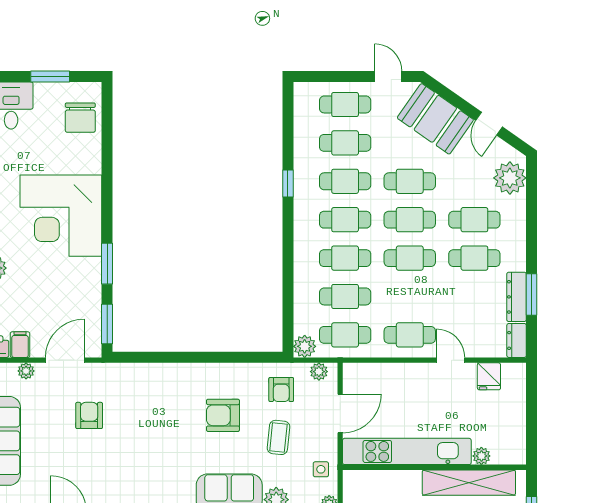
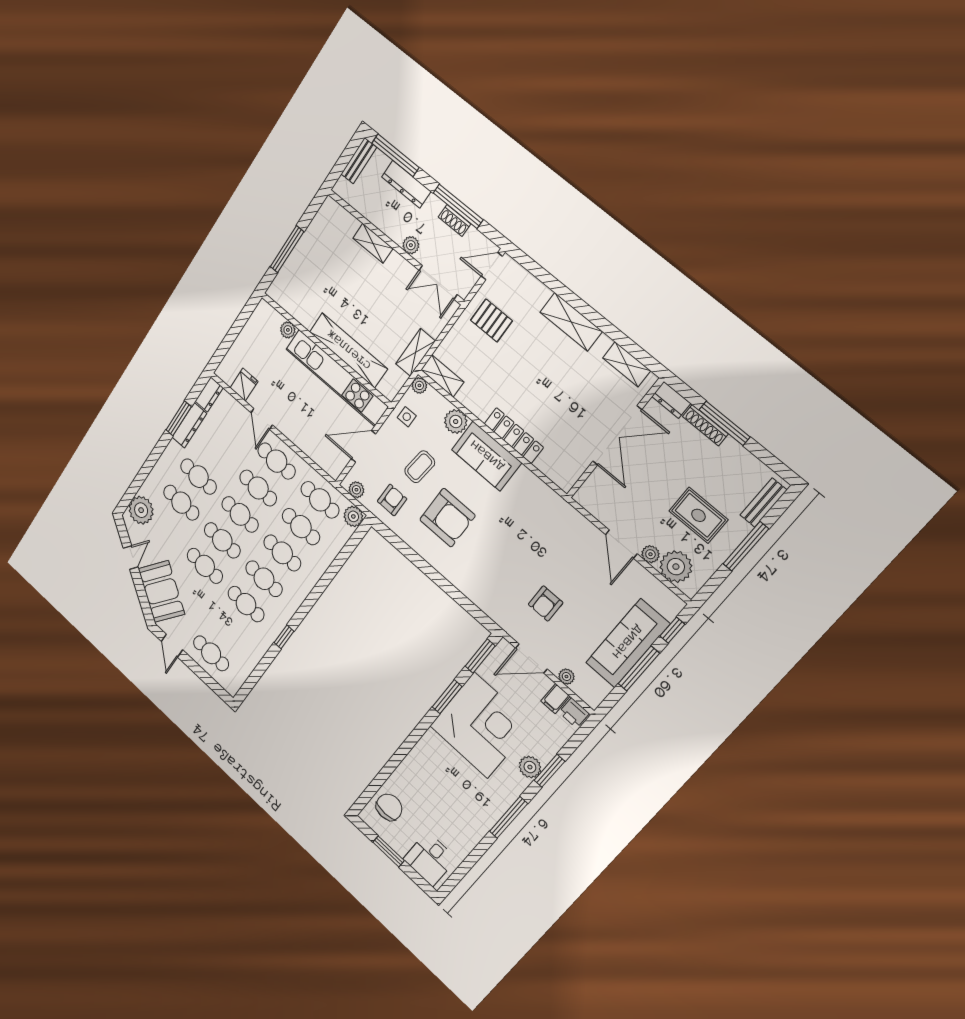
cafe table: (345, 143) -> (258, 488), moved
corner desk: (61, 216) -> (481, 725), moved
armchair: (223, 415) -> (447, 518), width x1.36, depth x1.36
shelving: (469, 483) -> (348, 350), moved

